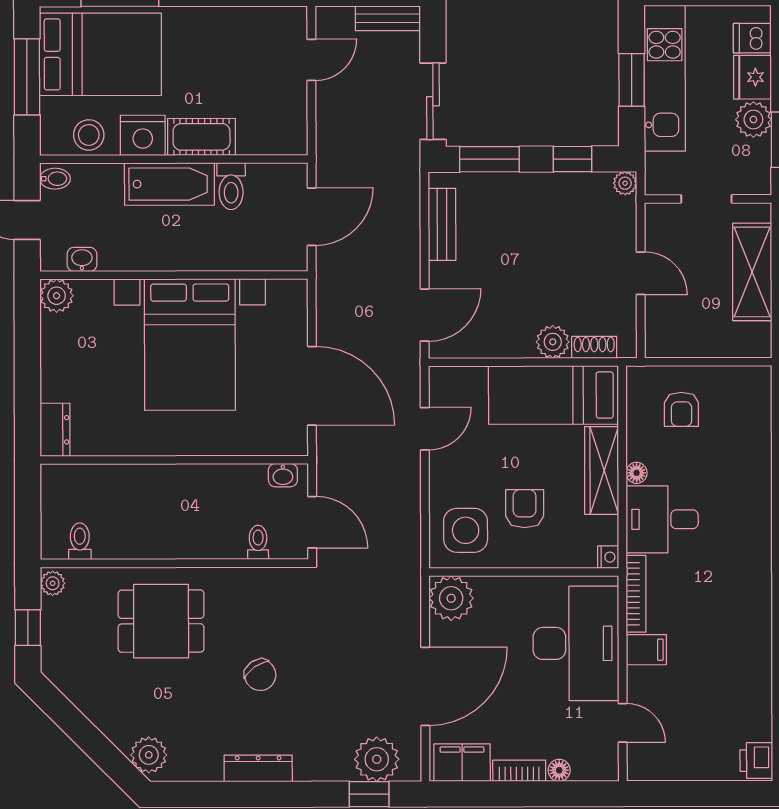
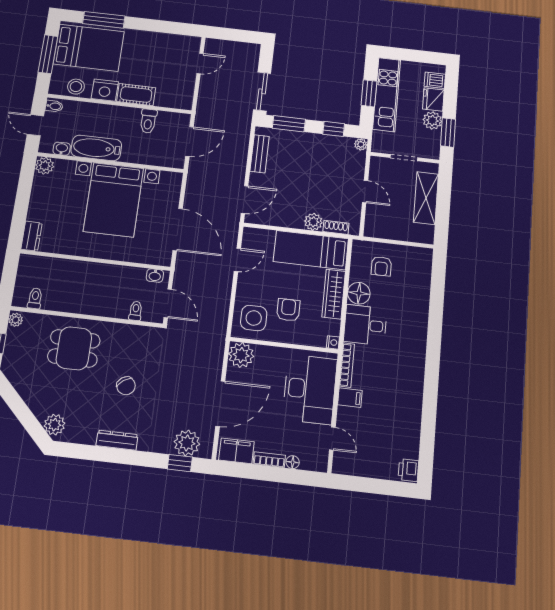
bench: (388, 18) -> (243, 48), removed
bathtub: (169, 184) -> (96, 148), moved, turned 180
floor lamp: (637, 473) -> (359, 293), width x1.89, depth x1.89

